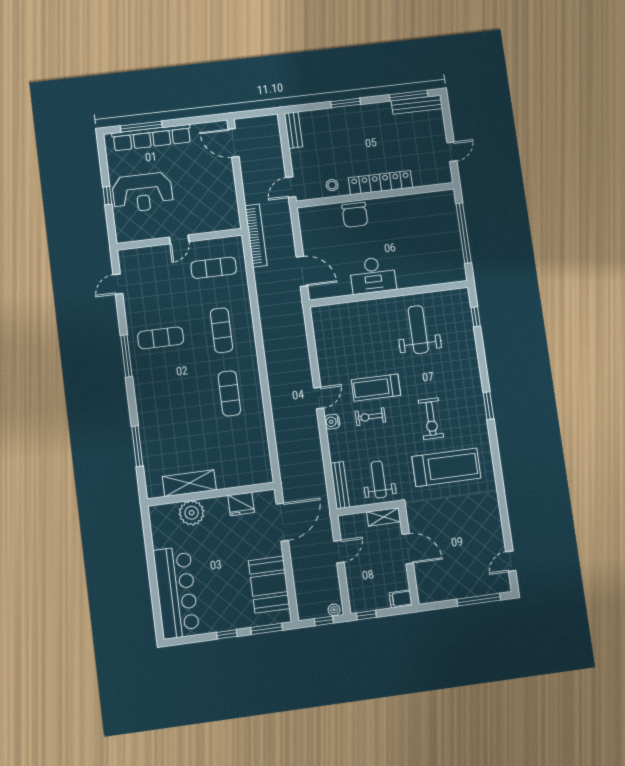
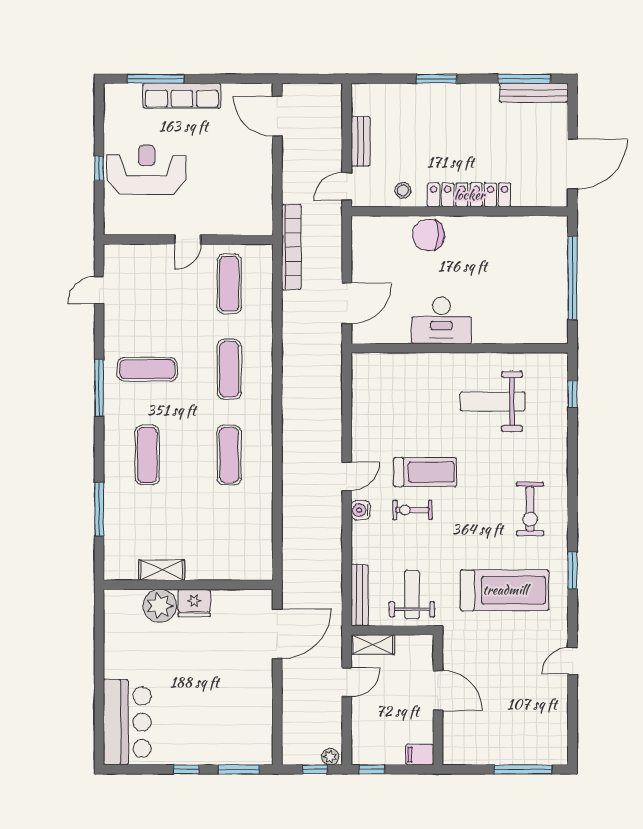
bench: (293, 130) -> (361, 141), moved
row of seats: (152, 138) -> (182, 96), width x0.73
door: (452, 152) -> (573, 164), width x1.87
reception desk: (143, 193) -> (147, 170), turned 180
chair: (355, 215) -> (428, 235), turned 90
exercise mat: (214, 268) -> (229, 284), turned 90
door: (302, 271) -> (347, 303), hinge flipped
weight bench: (418, 330) -> (492, 401), turned -90
treadmill: (376, 387) -> (425, 472), turned 180
exercise mat: (168, 401) -> (147, 455), added
window: (488, 406) -> (573, 570), moved
exercise bike: (431, 419) -> (530, 509), moved
shelving: (189, 483) -> (162, 570), width x0.67, depth x0.75
fridge: (241, 504) -> (194, 603), moved
shelving: (384, 517) -> (373, 644), moved
door: (511, 561) -> (573, 661), moved
booth: (269, 585) -> (250, 713), removed
bar counter: (176, 592) -> (127, 722), width x0.73

